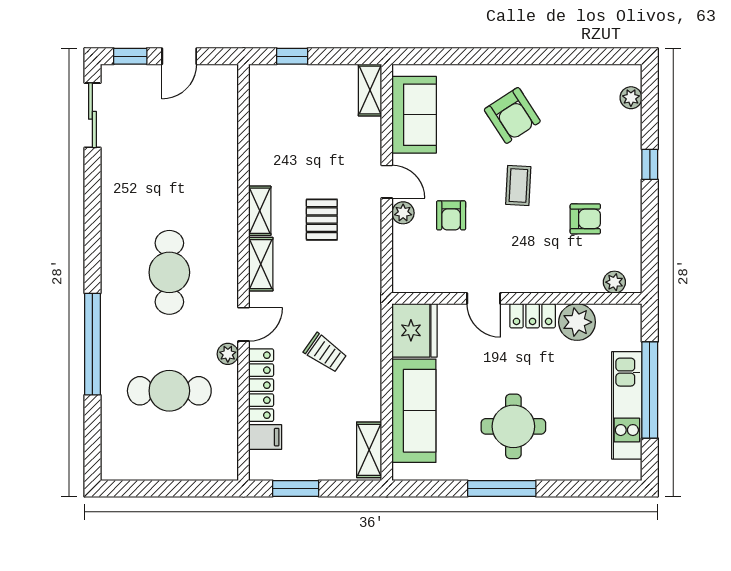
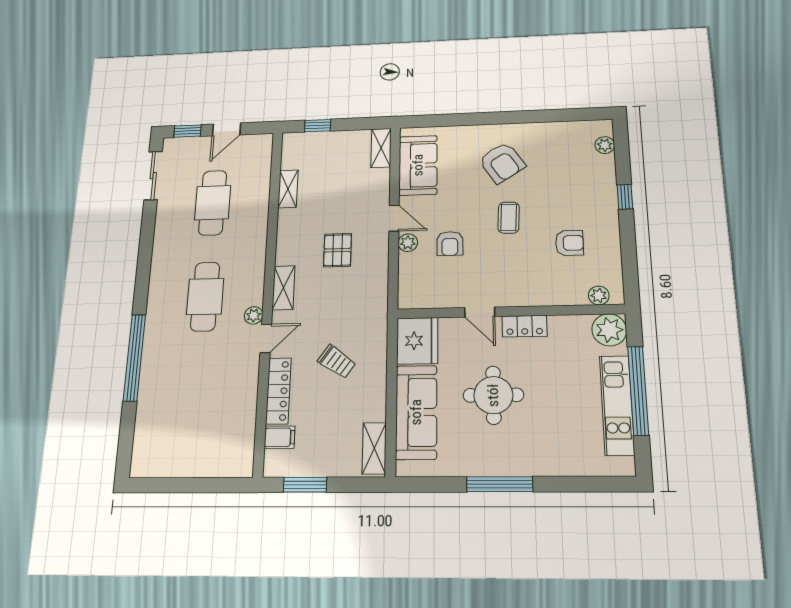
shelving: (260, 211) -> (288, 189), moved
plant: (577, 322) -> (609, 330), moved
plant: (228, 354) -> (254, 315), moved
cafe table: (169, 391) -> (213, 203), moved, turned 90
round table: (513, 426) -> (493, 395), moved

